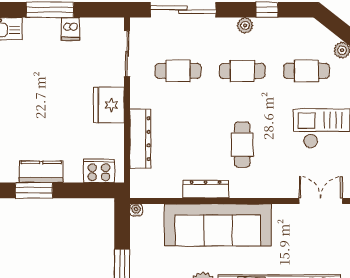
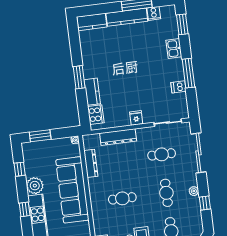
cafe table: (178, 71) -> (162, 154), turned 90
fridge: (109, 105) -> (136, 118), width x0.53, depth x0.75
kitchen counter: (41, 172) -> (92, 92), moved
dresser: (206, 189) -> (91, 163), moved

